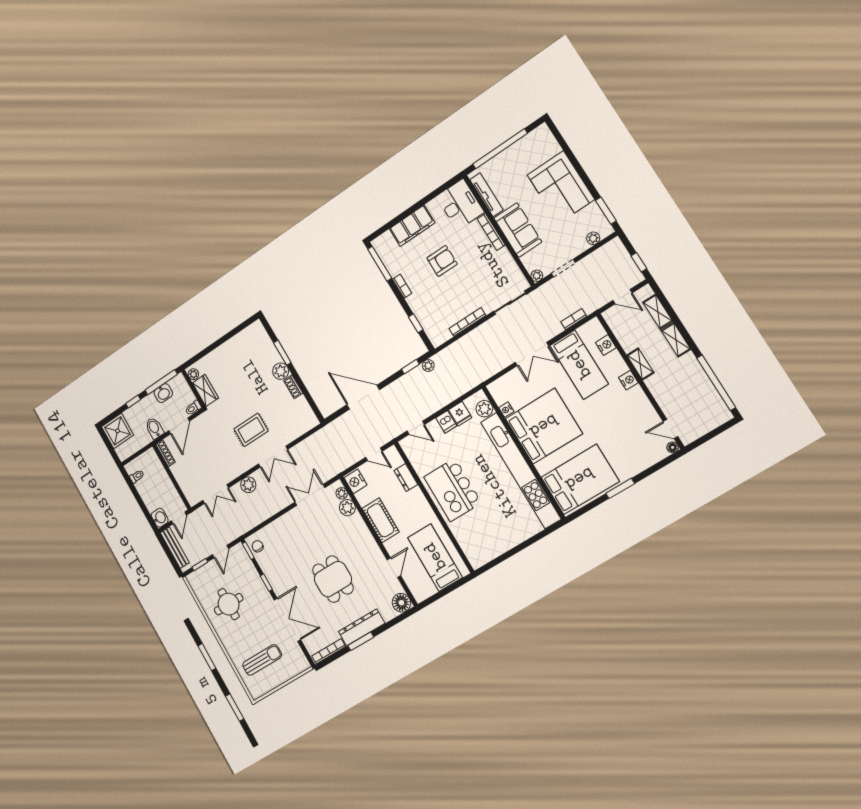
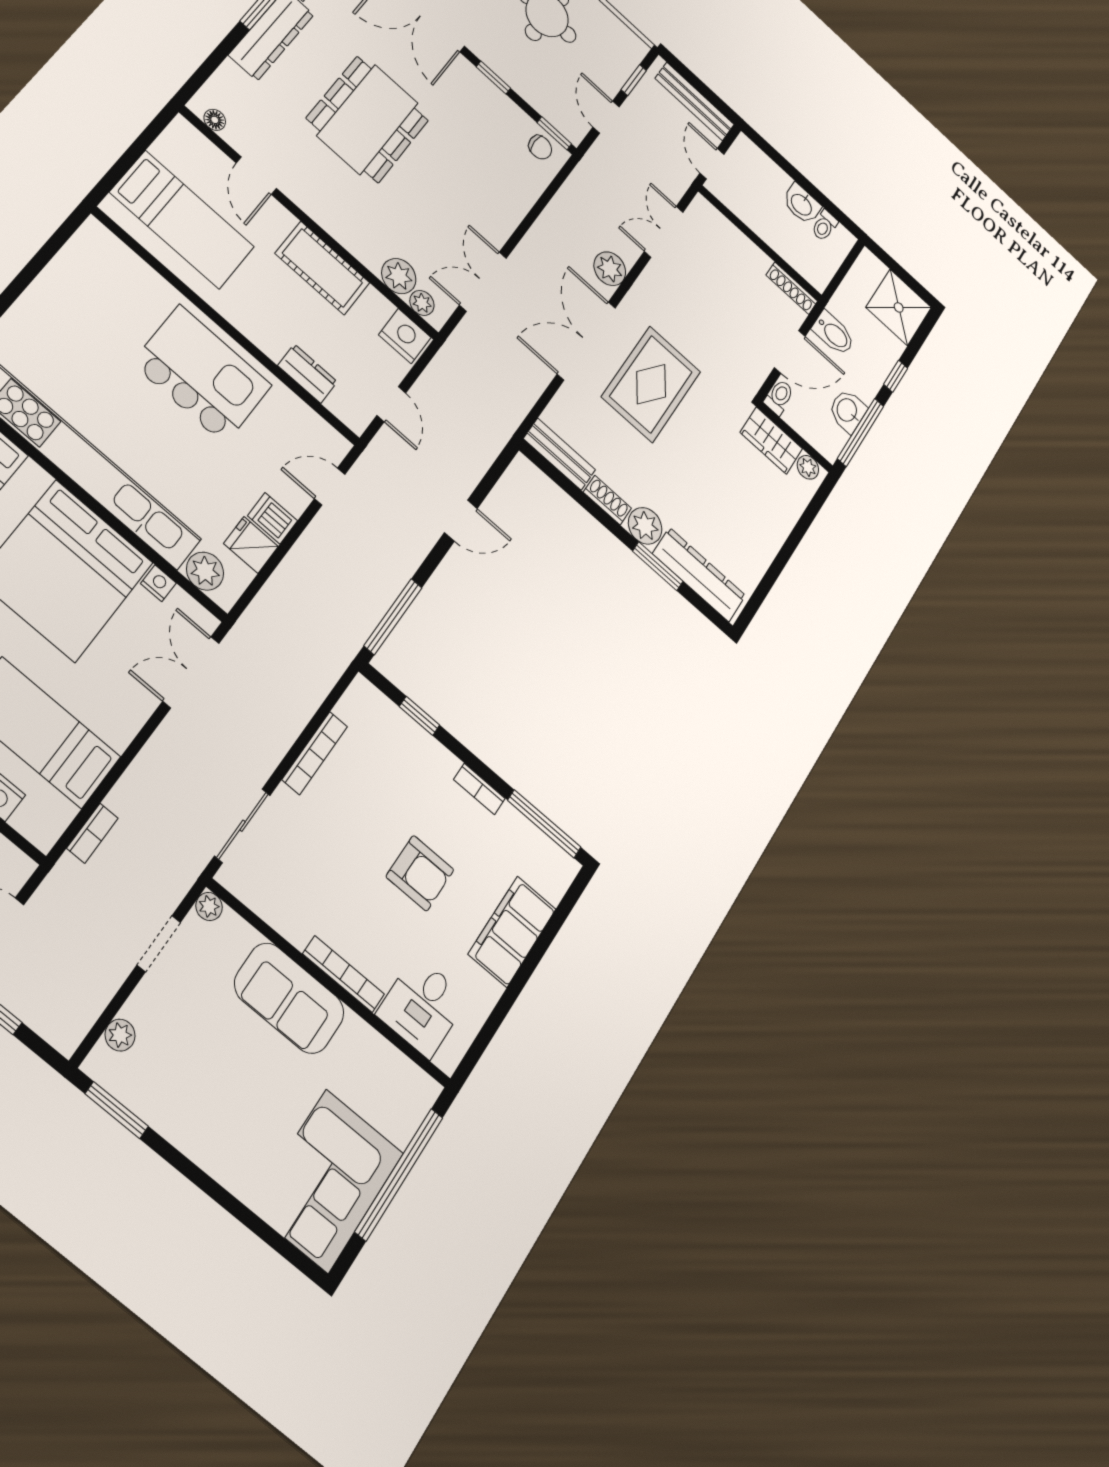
corner sofa: (561, 187) -> (327, 1181), moved, turned -90
tv unit: (487, 195) -> (386, 1057), removed
desk: (460, 204) -> (422, 1006), width x0.73
armchair: (442, 261) -> (420, 873), turned -90
dresser: (265, 344) -> (699, 575), added
double door: (532, 354) -> (191, 672), moved
plant: (428, 366) -> (357, 630), removed
window: (410, 367) -> (393, 617), width x2.17
door: (363, 397) -> (461, 521), width x0.53
bench: (307, 412) -> (559, 454), added
door: (179, 426) -> (790, 352), swing flipped
rug: (251, 430) -> (651, 384), width x1.36, depth x1.43
door: (374, 454) -> (391, 404), swing flipped
double door: (273, 457) -> (586, 341), width x1.37
double door: (310, 495) -> (483, 282), swing flipped
washbasin: (160, 518) -> (802, 204), moved
dining table: (333, 579) -> (368, 119), width x1.38
floor lamp: (401, 603) -> (215, 120), width x0.53, depth x0.53

